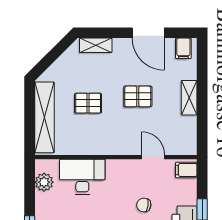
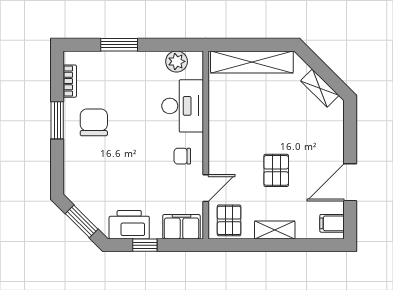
shelving: (96, 45) -> (320, 88), moved, turned -45
pallet: (88, 103) -> (229, 220), moved
filing cabinet: (186, 170) -> (181, 227), width x2.00
chair: (144, 205) -> (182, 156), moved, turned -98

